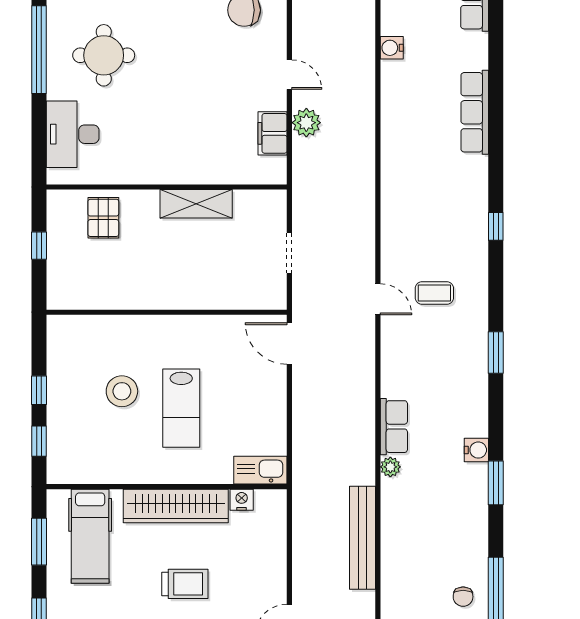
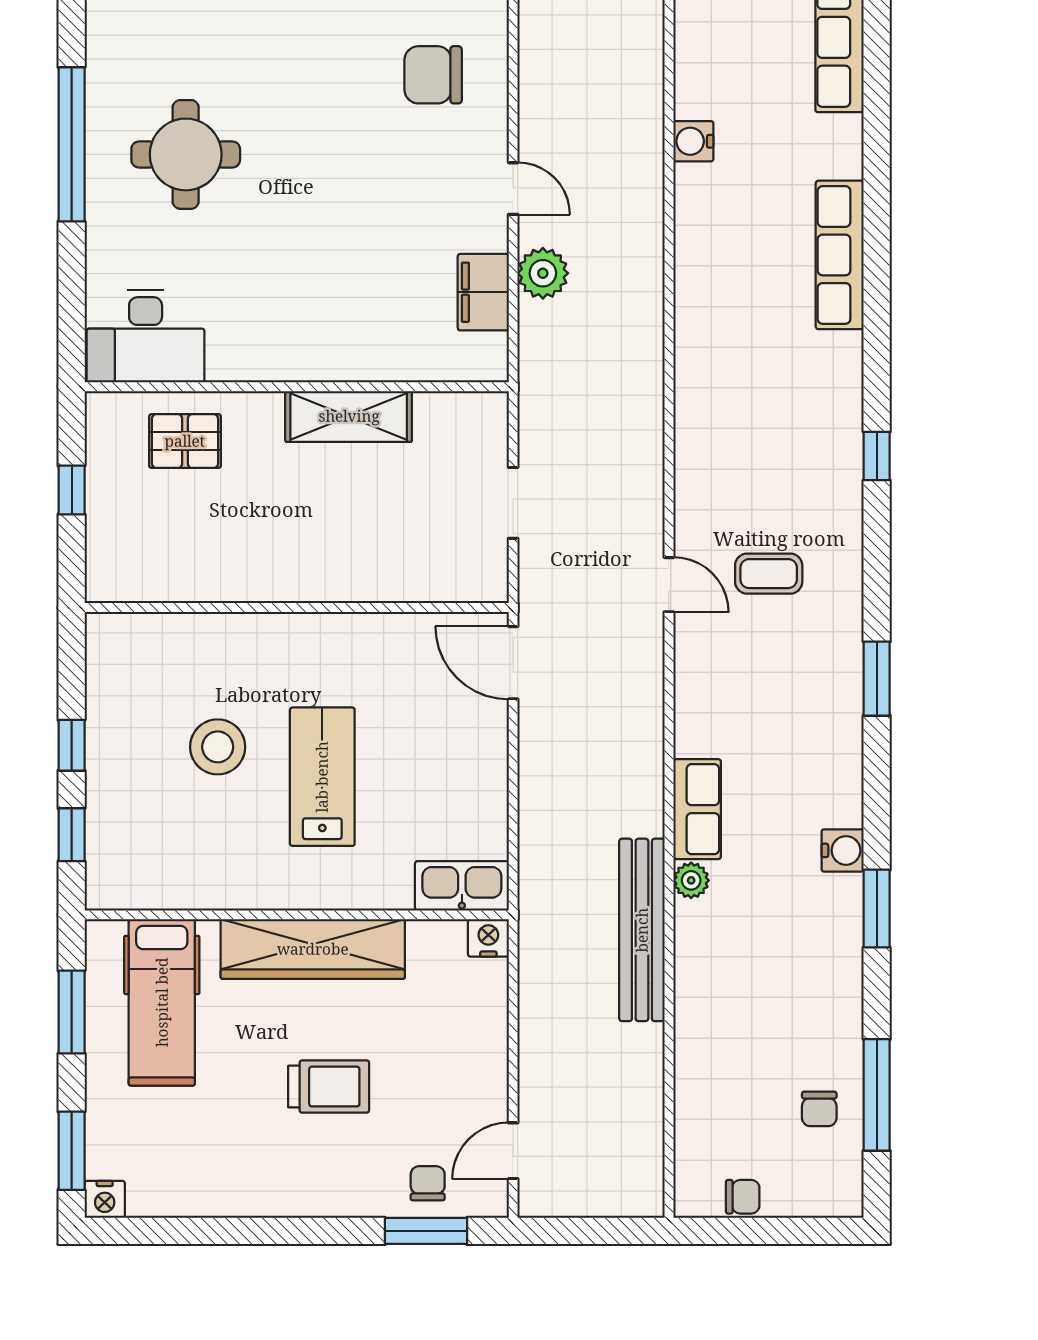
desk: (73, 134) -> (146, 336), moved, turned -90
pallet: (103, 218) -> (185, 441), turned 90
lab bench: (181, 408) -> (322, 777), turned 180
nightstand: (242, 500) -> (488, 938), moved
bench: (362, 538) -> (642, 930), moved

